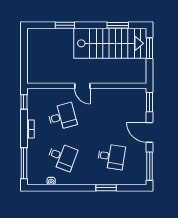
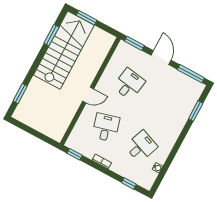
window: (65, 25) -> (20, 94), moved
door: (150, 132) -> (161, 58), swing flipped
desk: (111, 157) -> (129, 84), moved
window: (24, 163) -> (129, 183), width x0.46
window: (106, 188) -> (196, 111), moved

